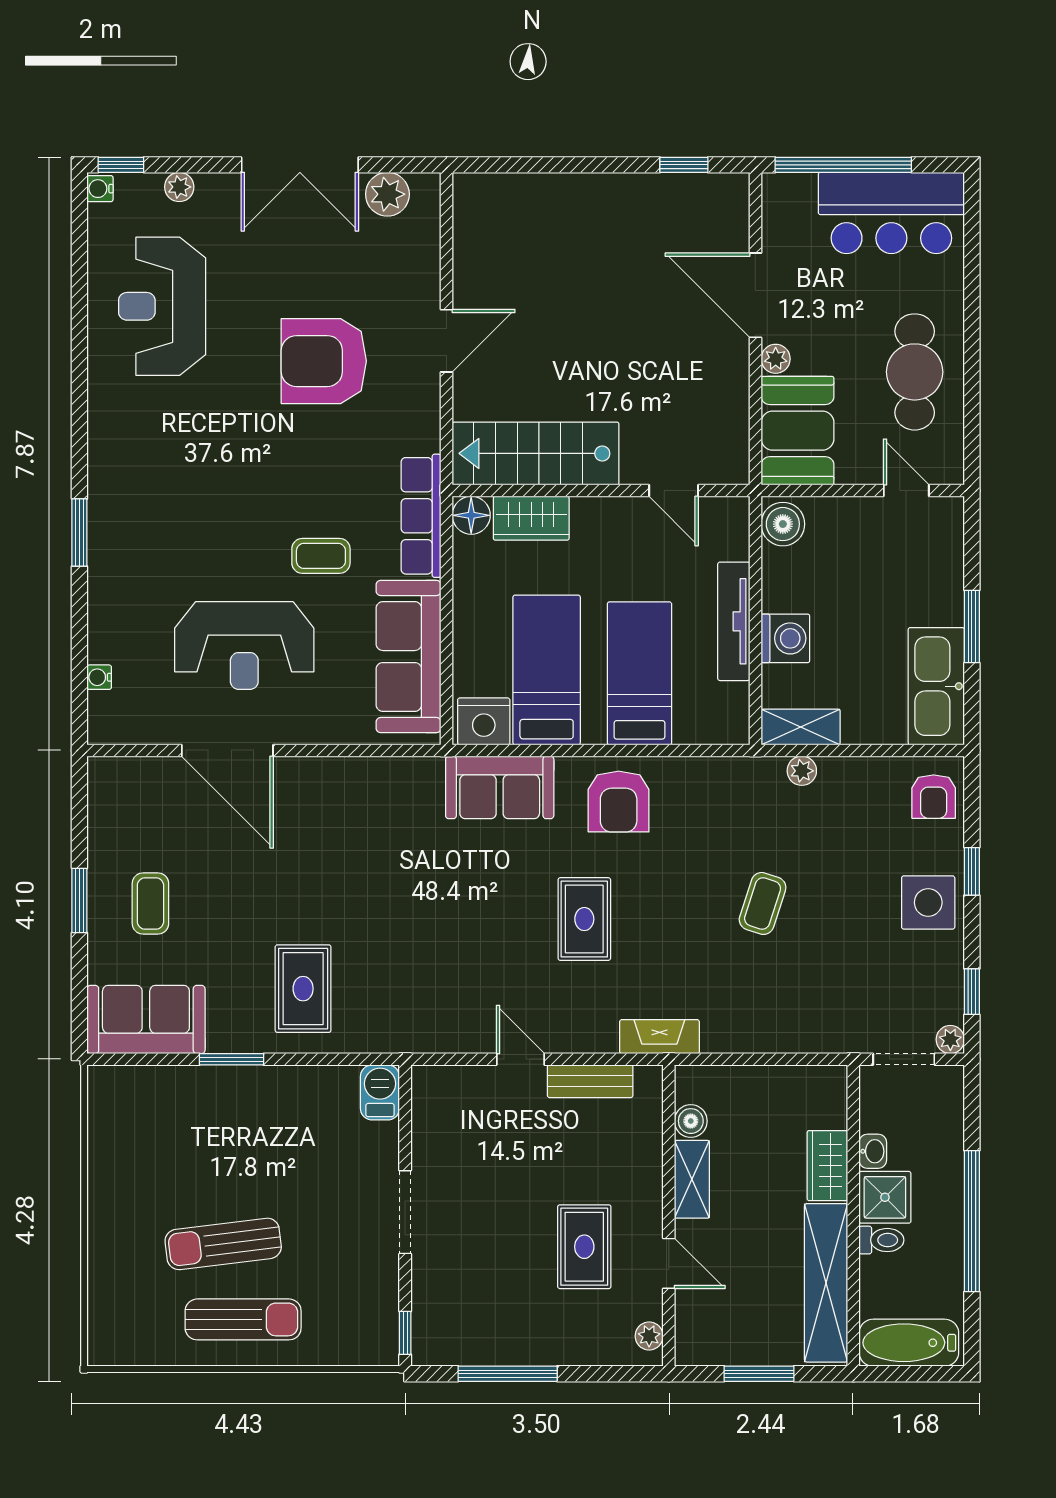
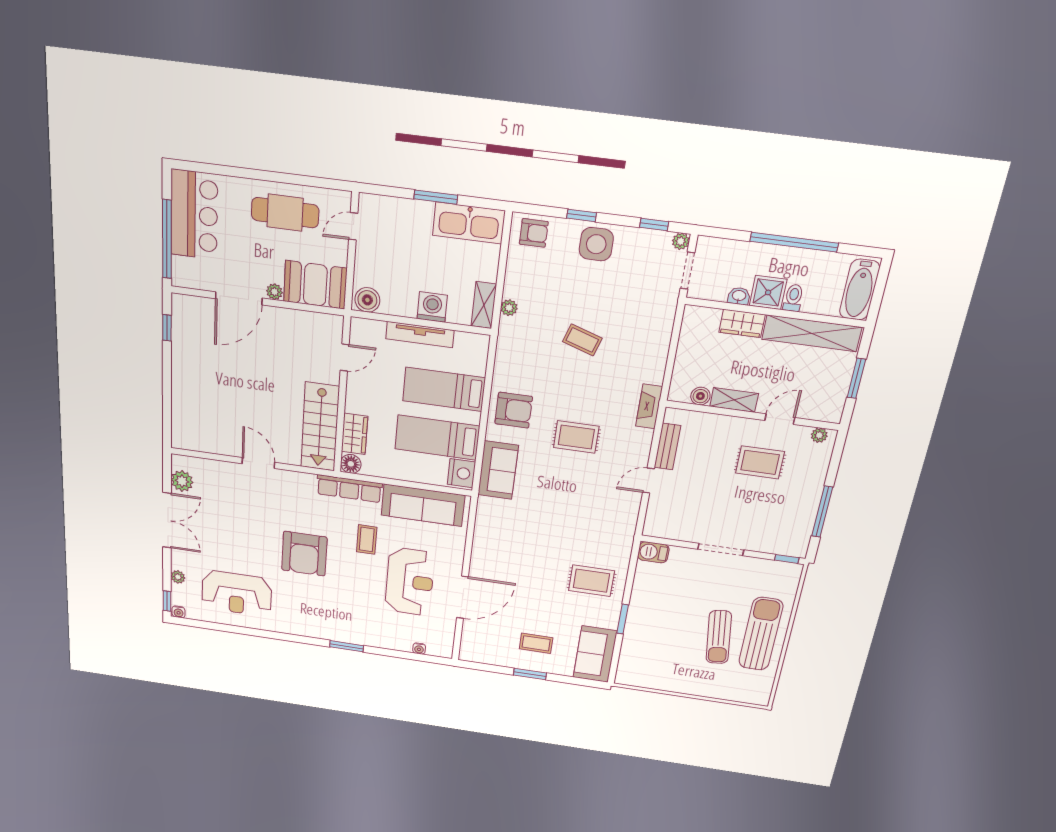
armchair: (324, 361) -> (304, 554), moved
sun lounger: (243, 1319) -> (761, 634), width x1.36, depth x1.34

